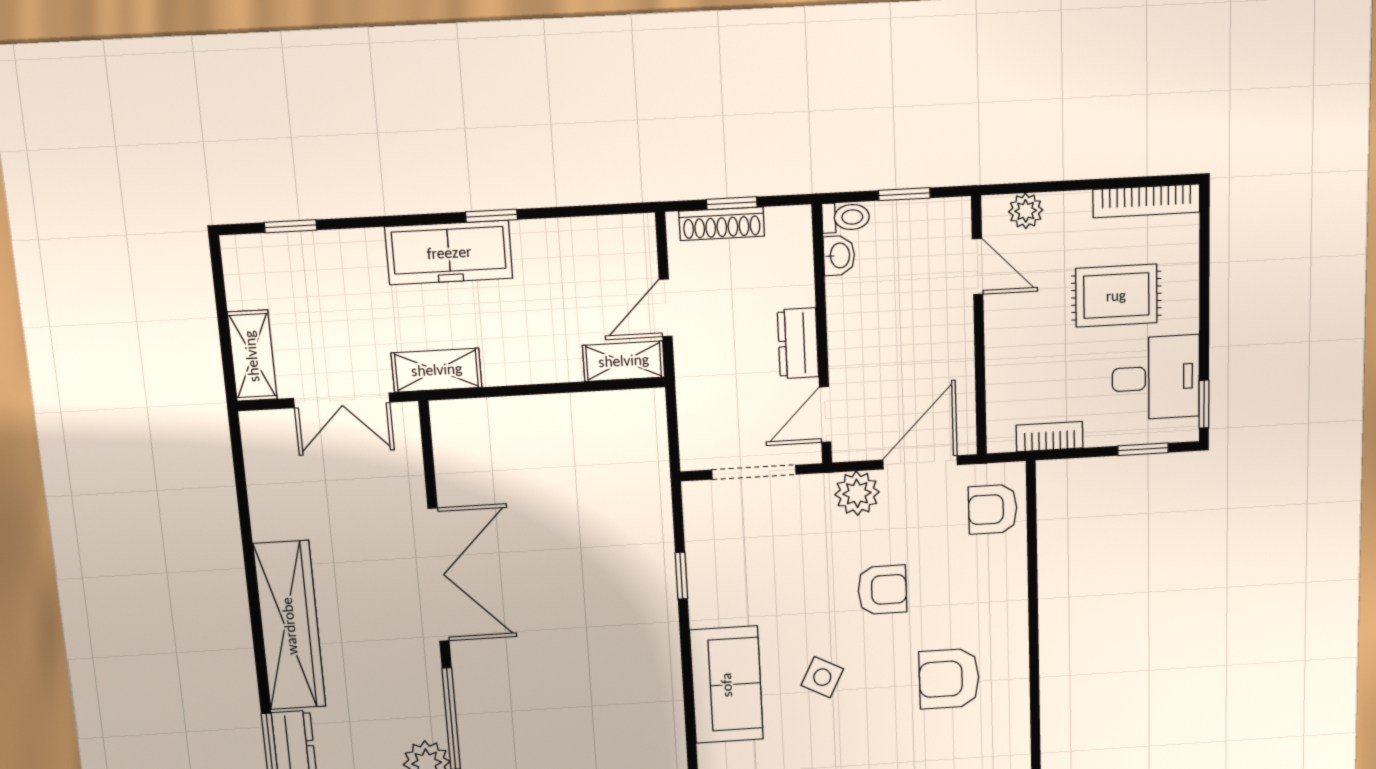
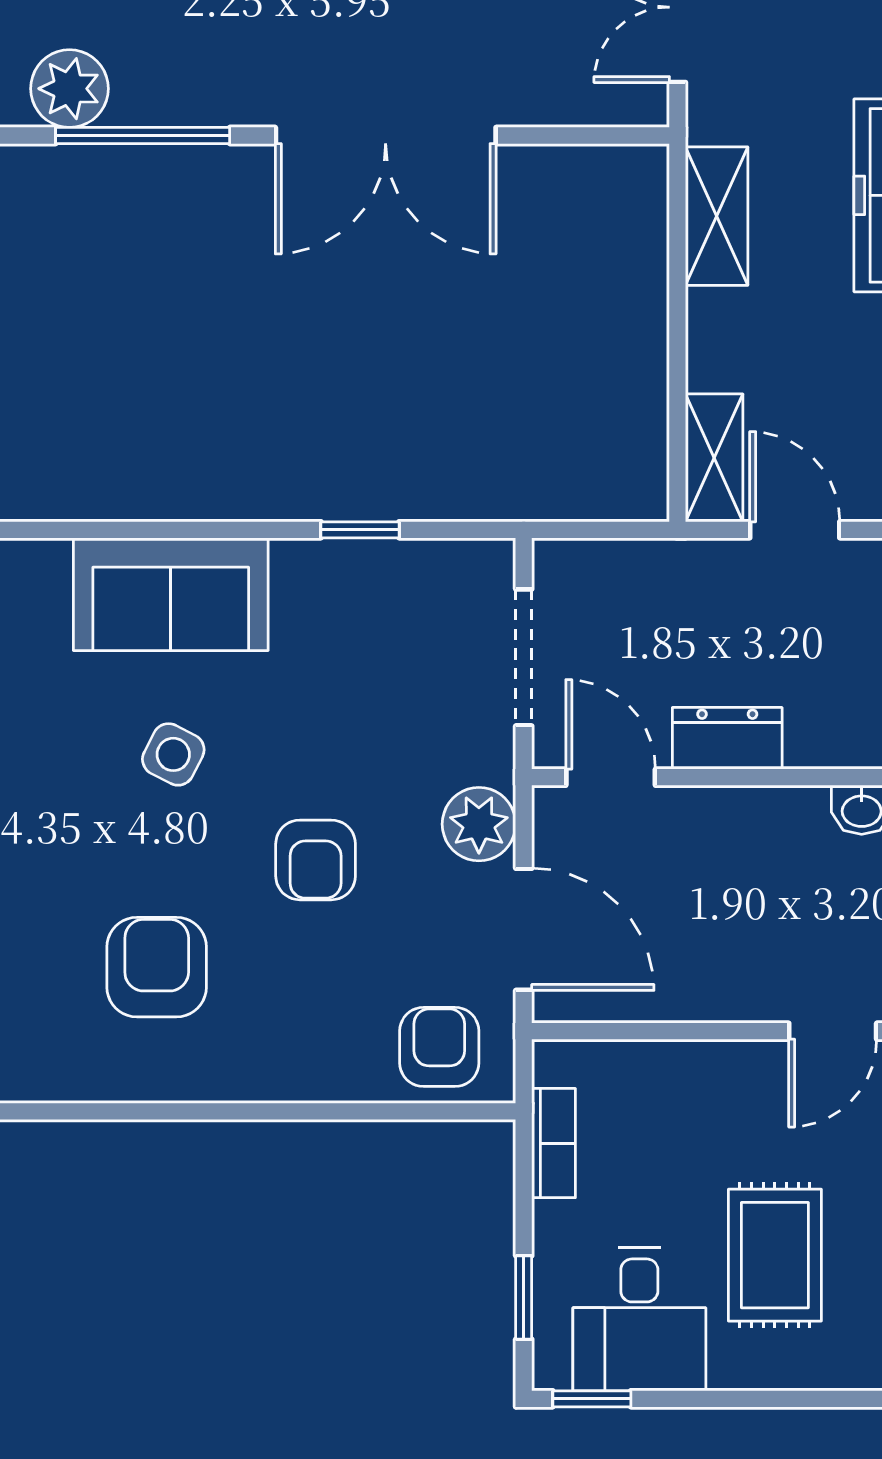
shelving: (437, 370) -> (717, 216), moved

